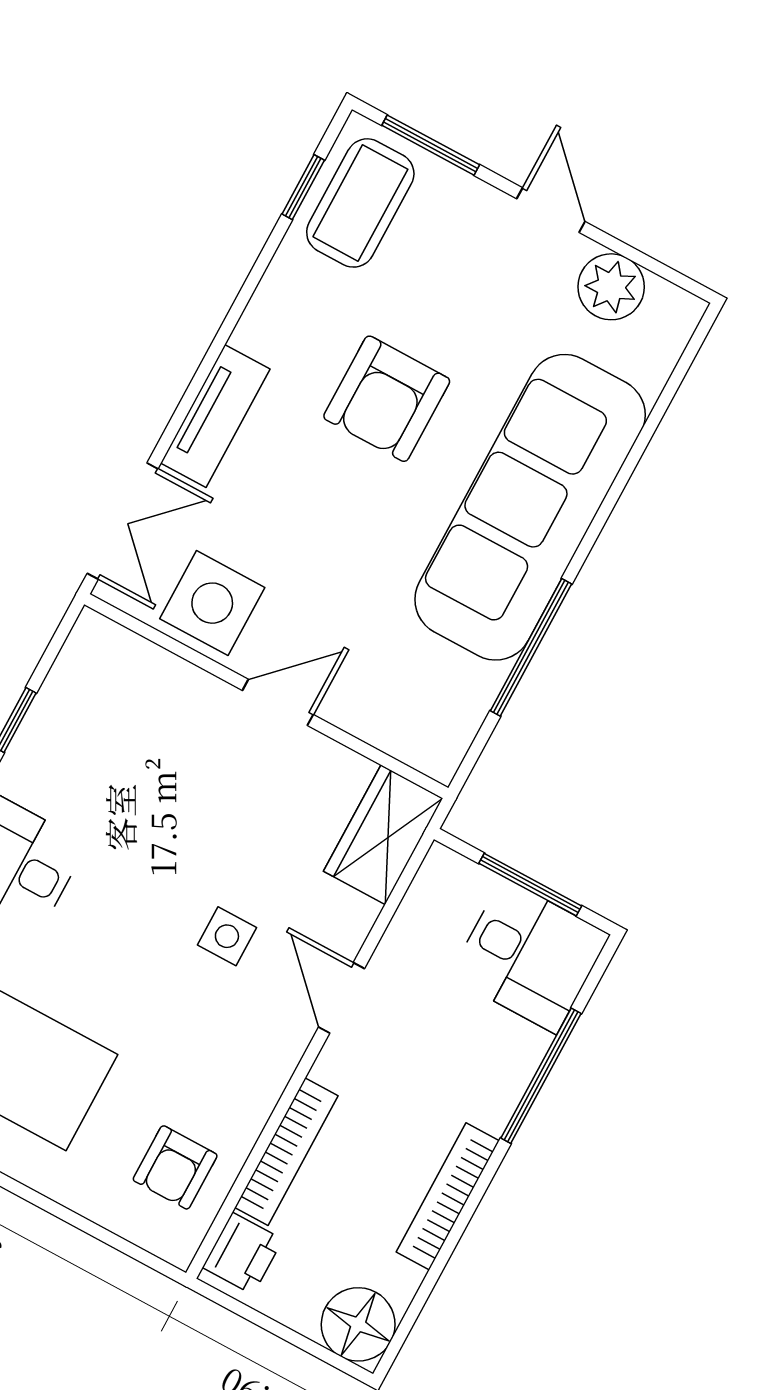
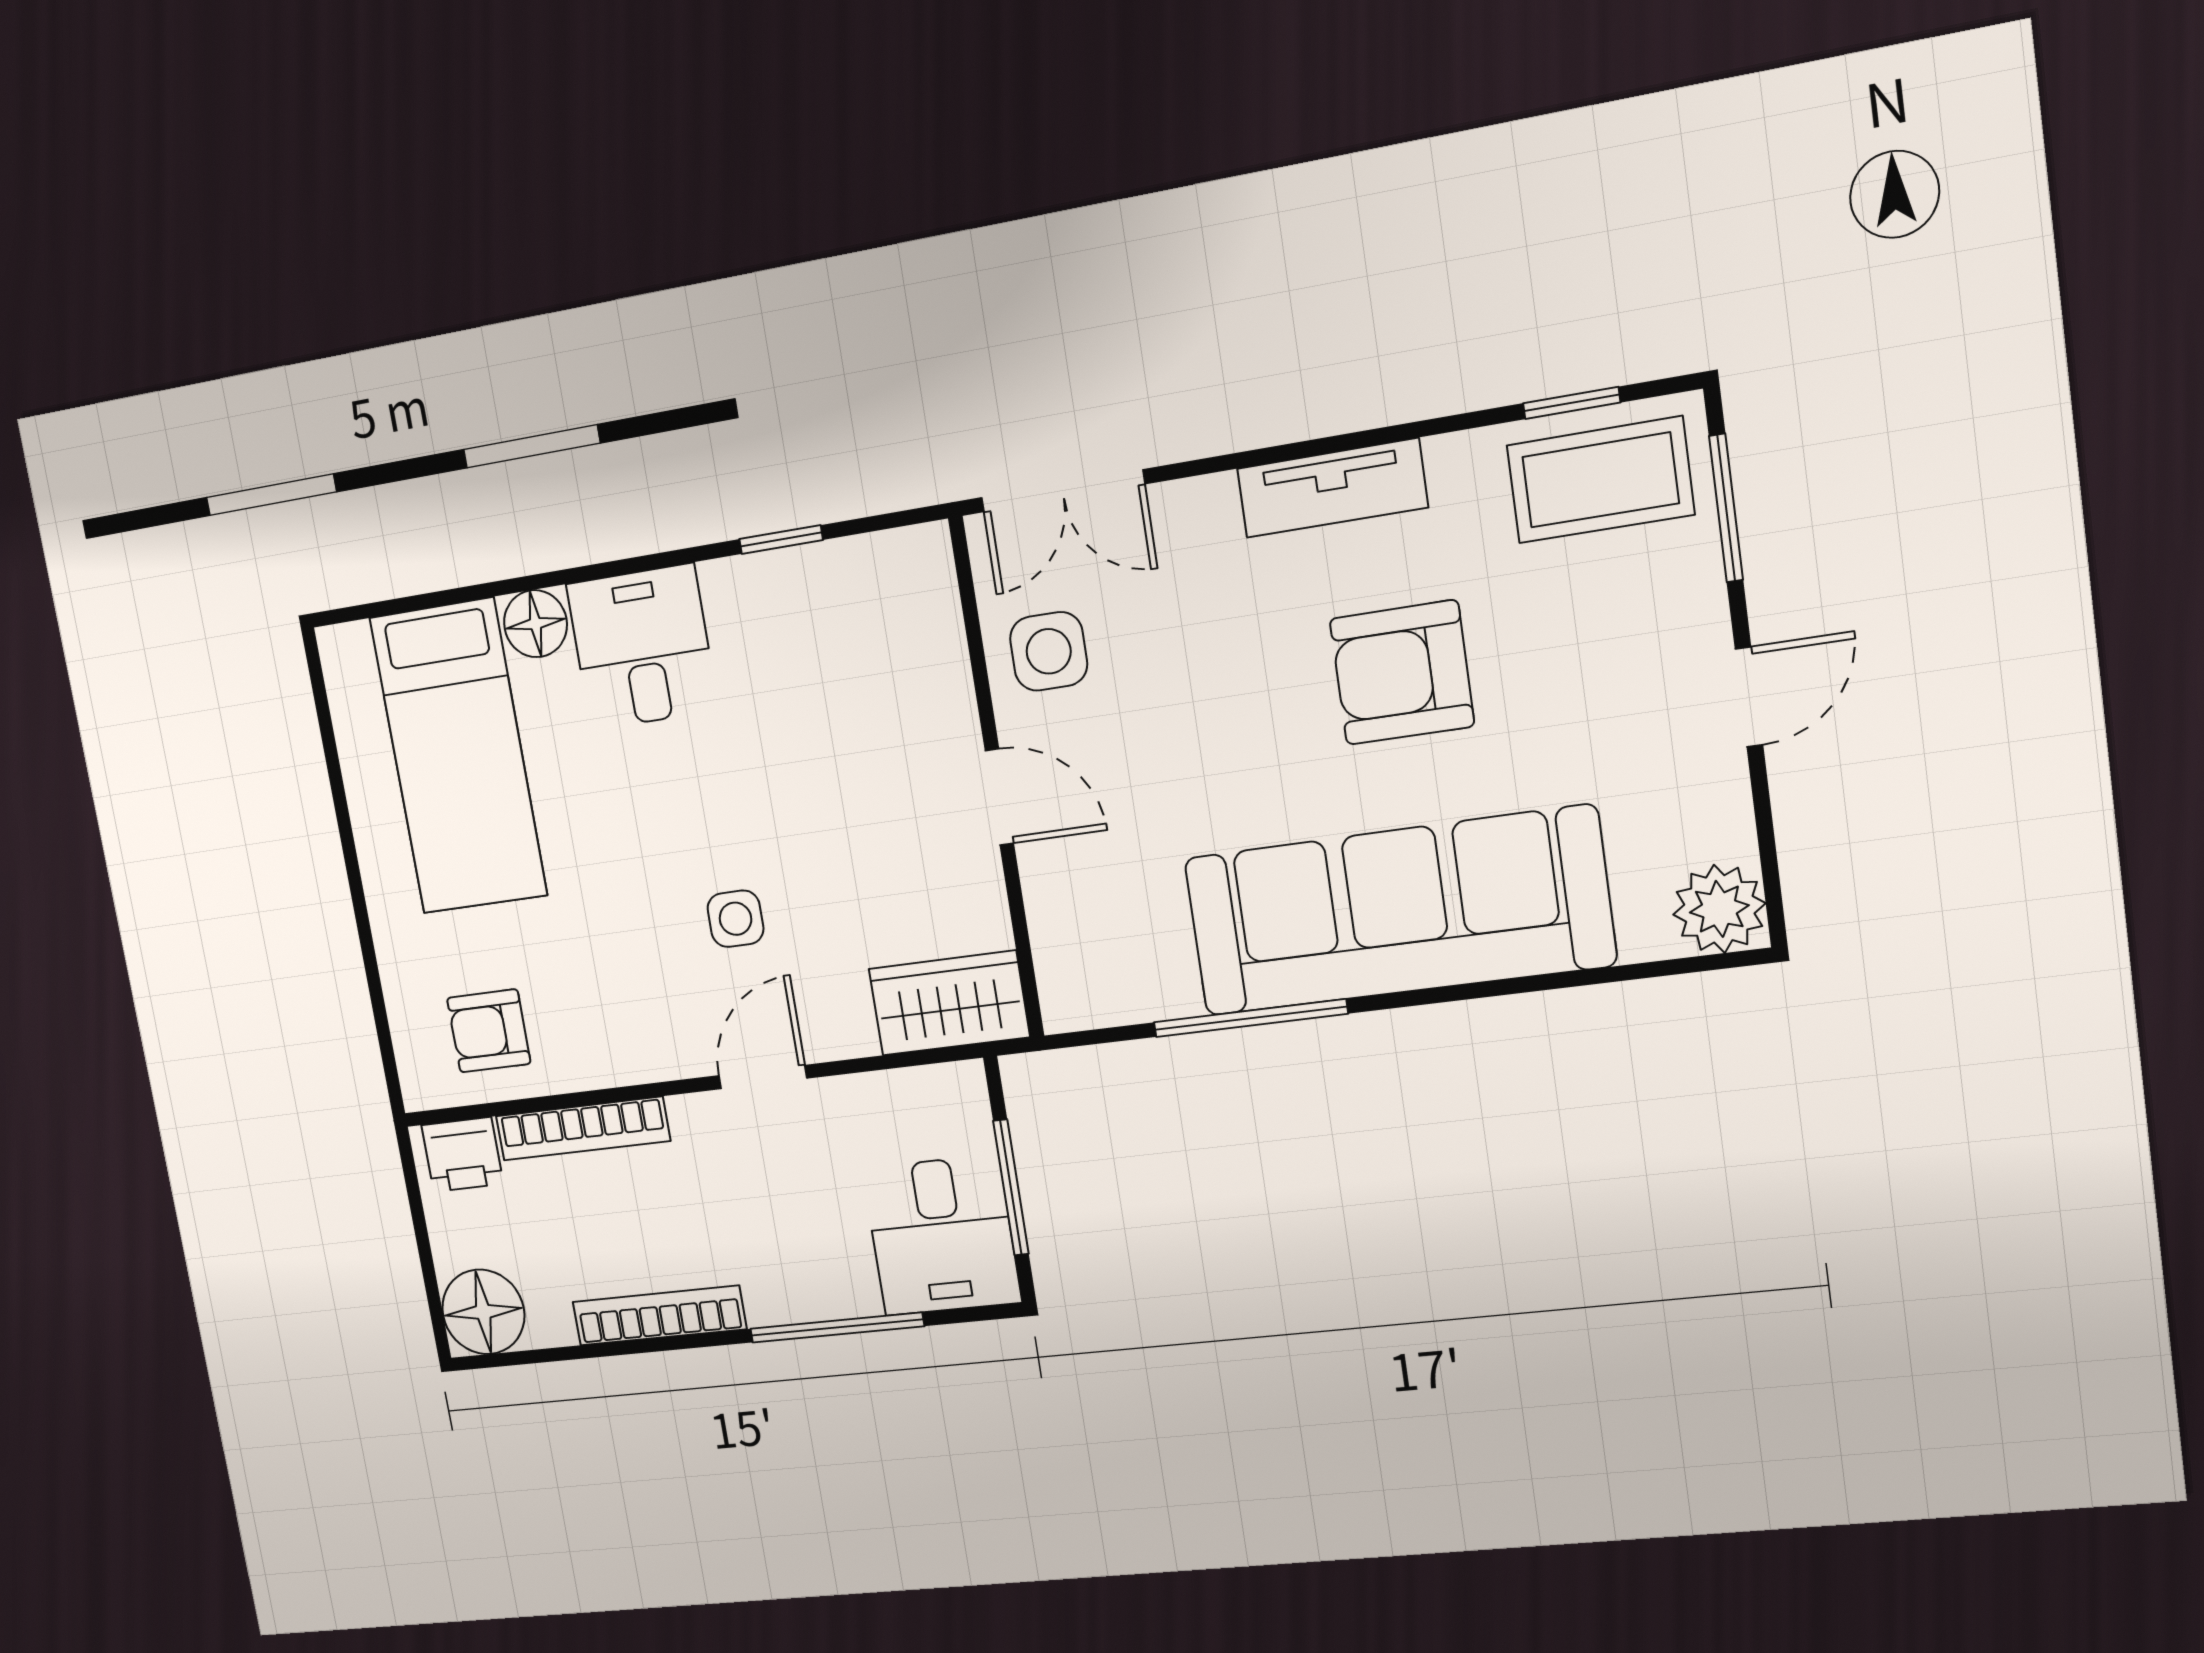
plant: (611, 287) -> (1719, 909), moved
tv unit: (215, 416) -> (1332, 488), moved
side table: (212, 603) -> (1049, 651), width x0.73, depth x0.73

